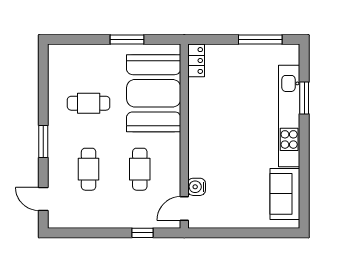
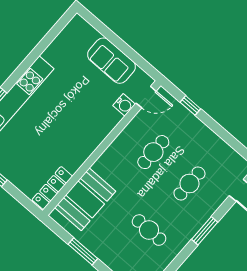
locker: (196, 60) -> (52, 188), width x1.53
booth: (154, 93) -> (85, 199), width x0.73, depth x0.70
sofa: (285, 194) -> (112, 61), moved, turned 90

